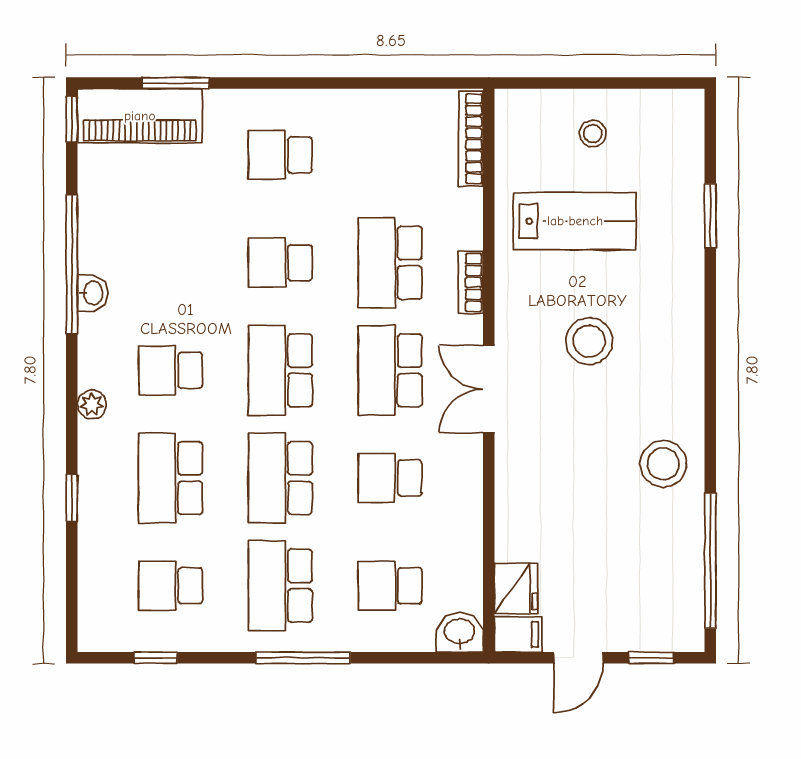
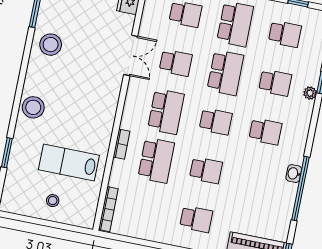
stool: (589, 341) -> (33, 107), moved
school desk: (280, 370) -> (216, 122), width x0.54
double door: (489, 389) -> (131, 55), moved
plant: (92, 404) -> (310, 93), moved
school desk: (170, 478) -> (275, 83), width x0.54

